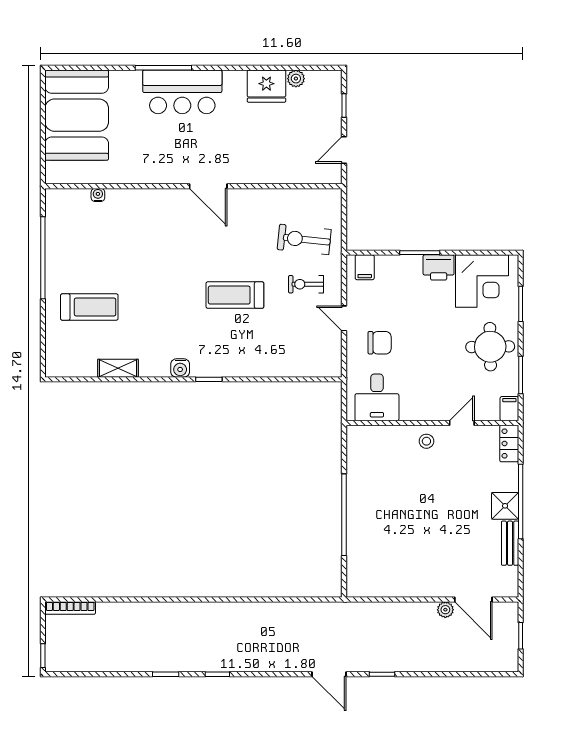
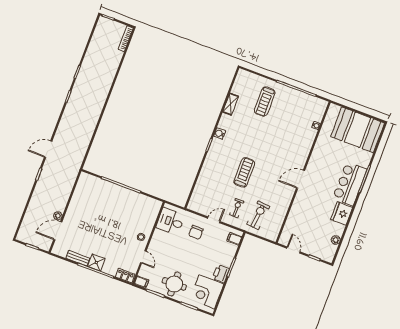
fridge: (266, 86) -> (342, 213), moved

